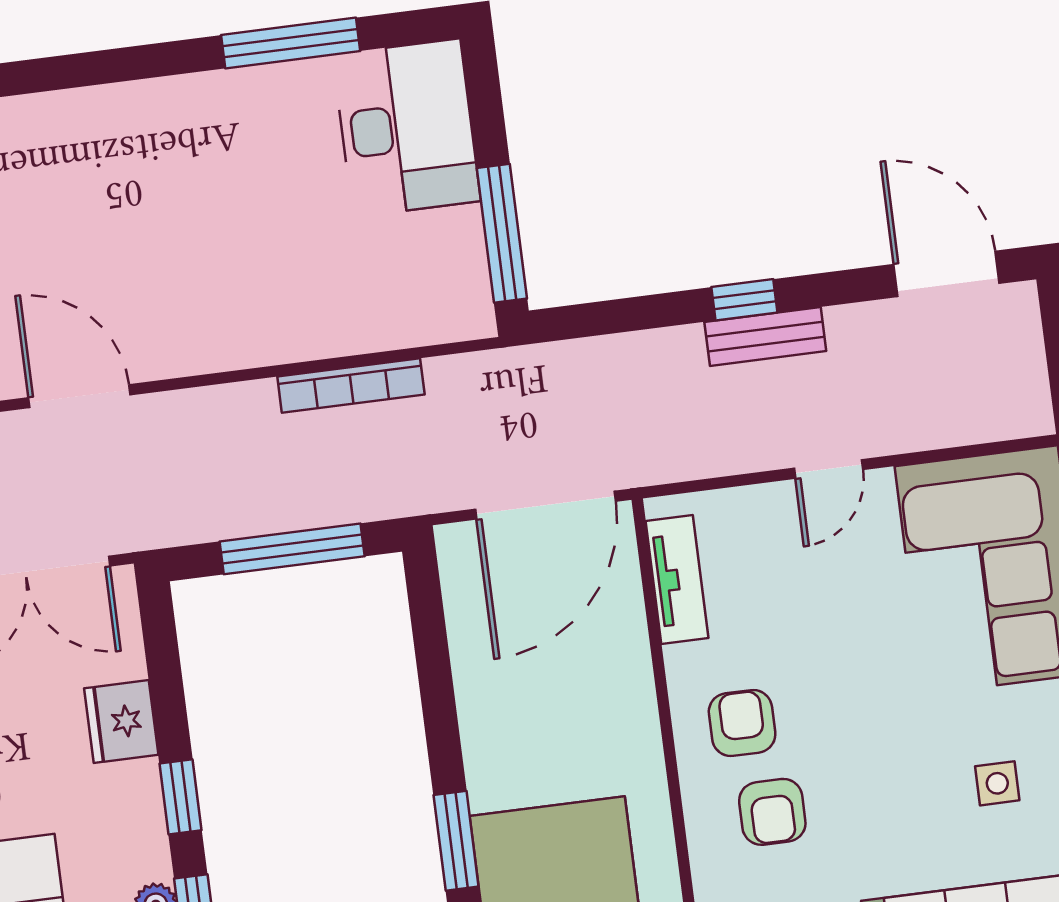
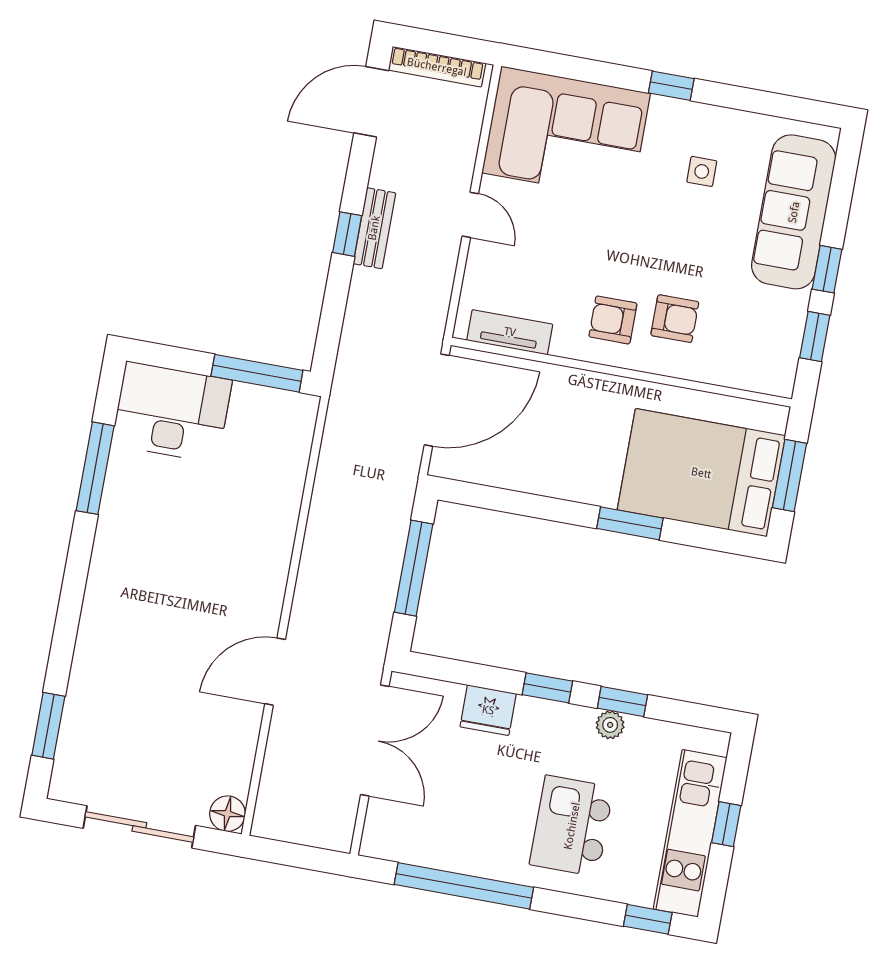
bookcase: (351, 386) -> (437, 67), moved, turned 90
door: (545, 505) -> (437, 400), hinge flipped

